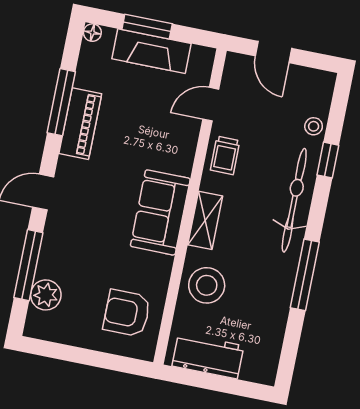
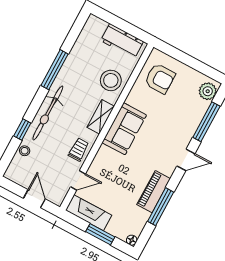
fireplace: (152, 51) -> (89, 213), moved
plant: (46, 295) -> (208, 91), moved

